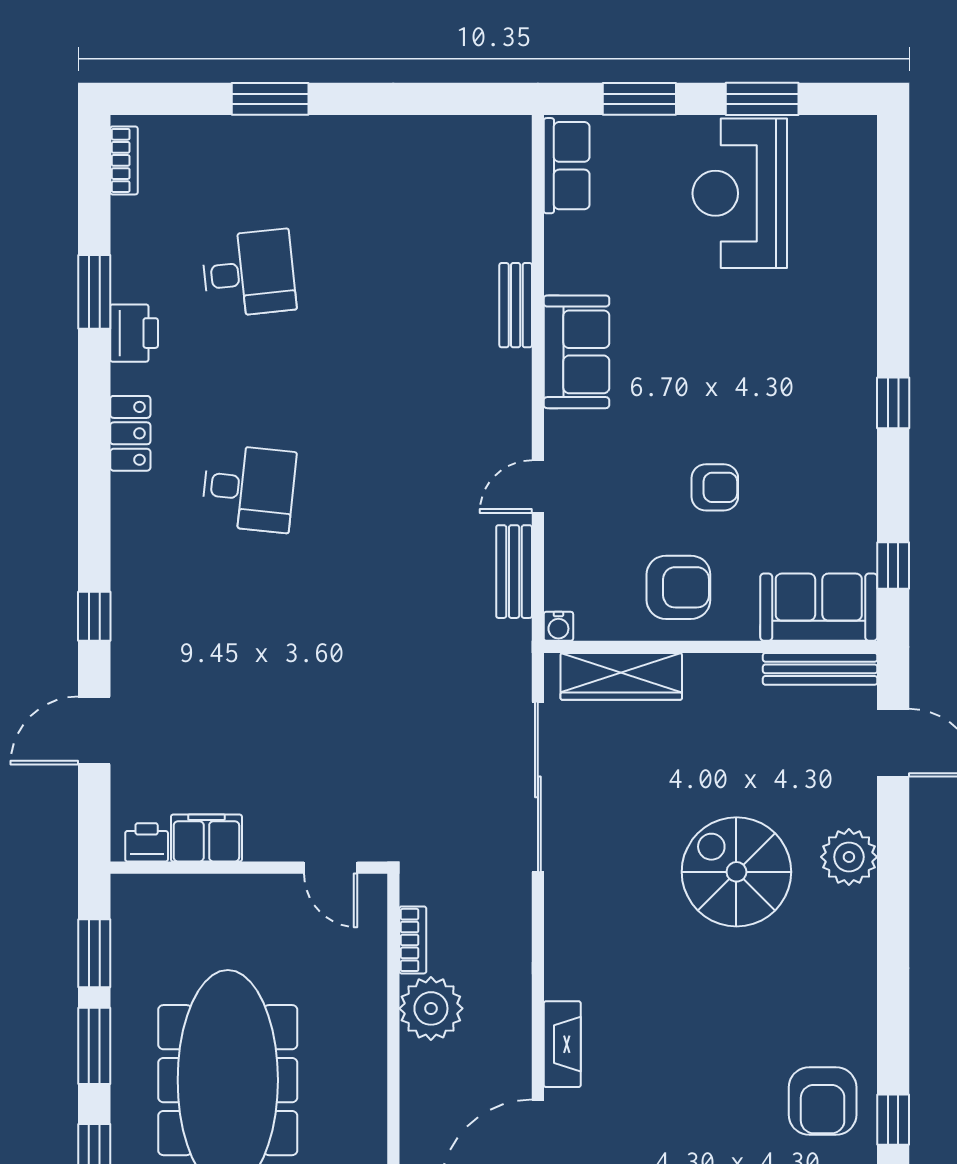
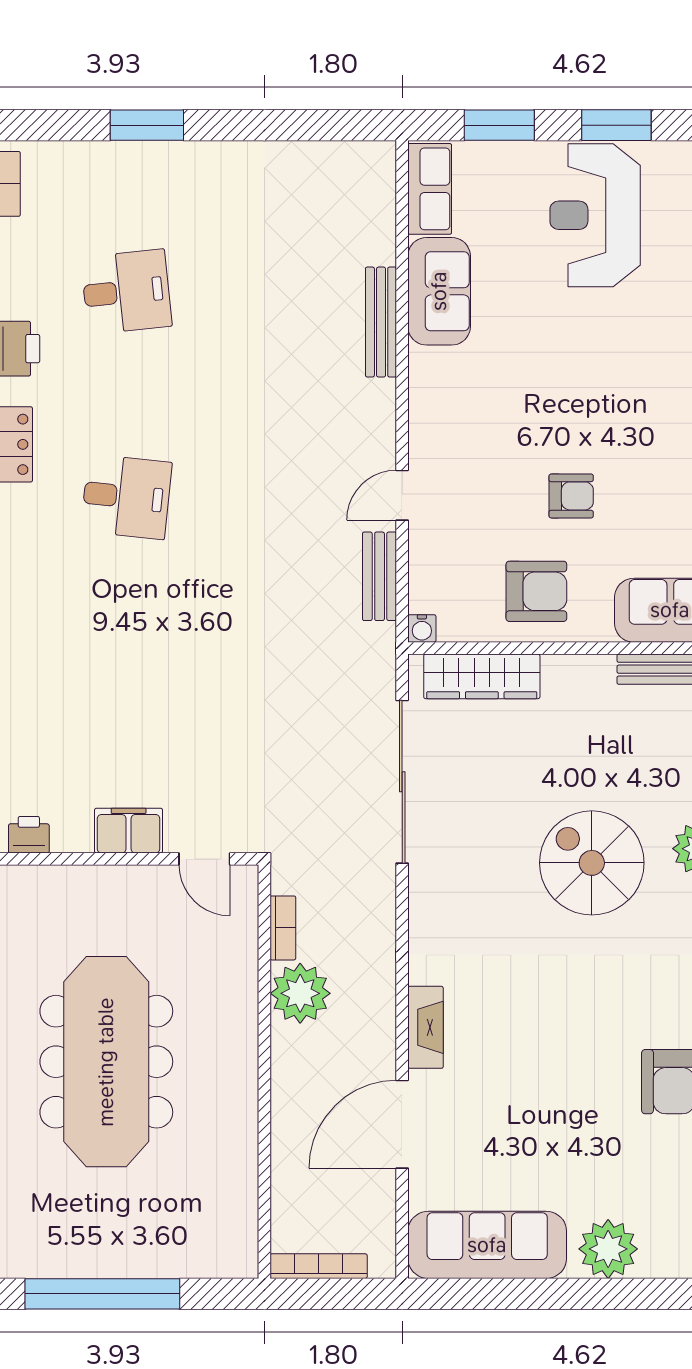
bench: (516, 305) -> (381, 322), width x1.36
sofa: (576, 352) -> (439, 291), moved
filing cabinet: (206, 838) -> (129, 831), moved

